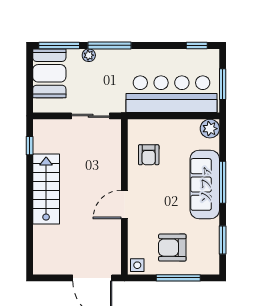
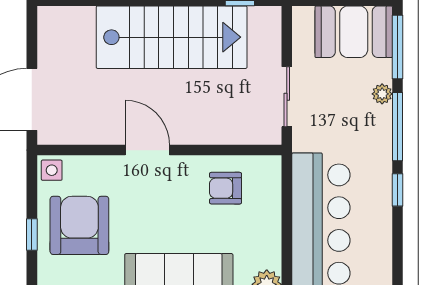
window: (197, 45) -> (398, 190), moved
stairs: (46, 189) -> (172, 37), width x1.36, depth x1.51
armchair: (172, 248) -> (79, 225), width x1.36, depth x1.36
window: (178, 278) -> (32, 235), width x0.46

